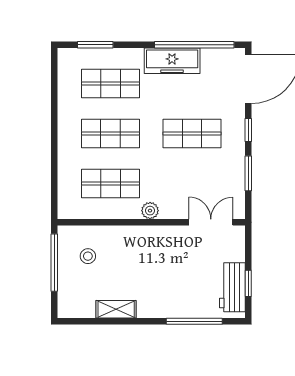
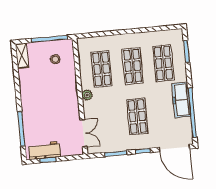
shelving: (116, 309) -> (22, 56), moved

